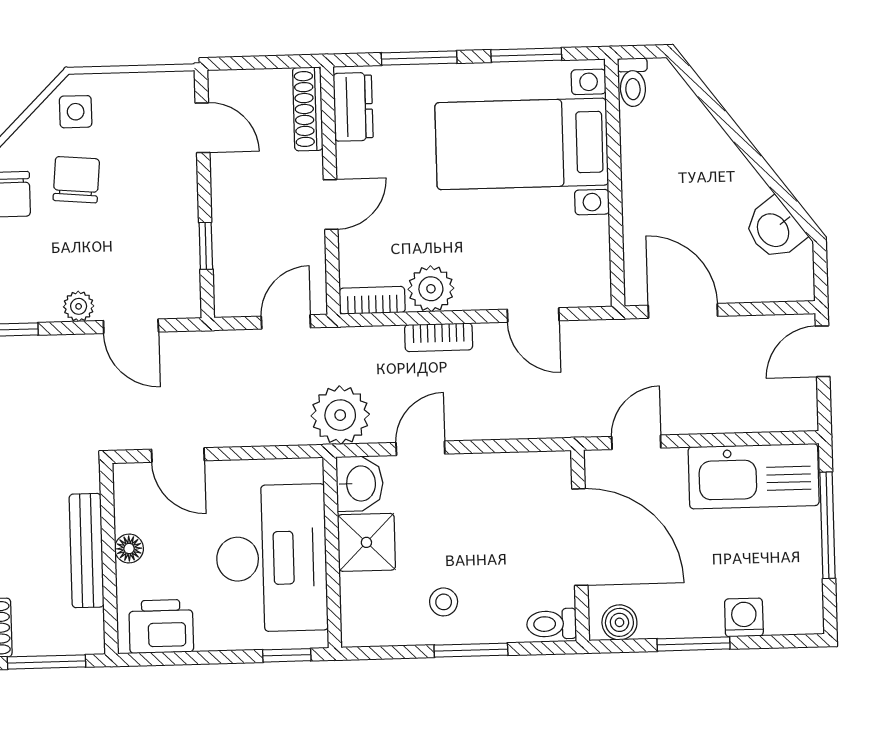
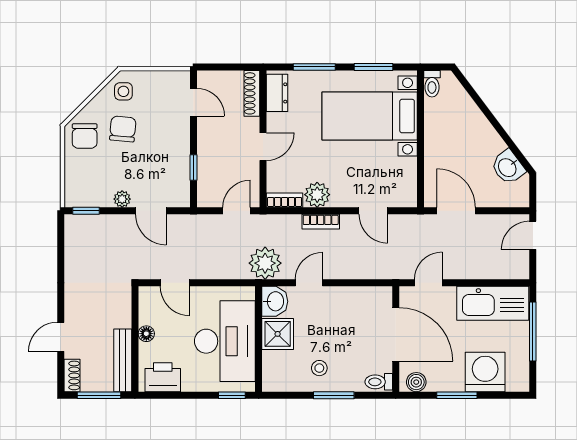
bench: (87, 551) -> (123, 360), moved
washing machine: (744, 617) -> (485, 372), width x1.89, depth x1.89

